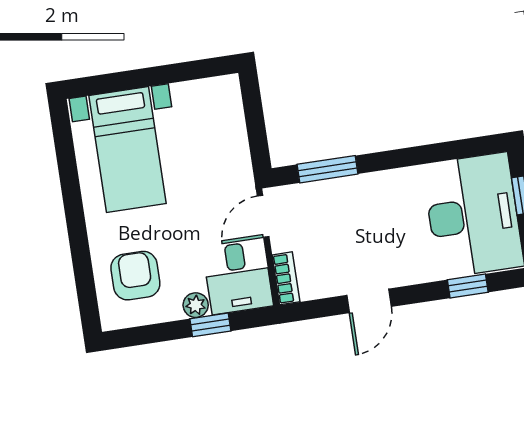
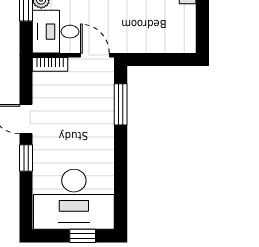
window: (468, 286) -> (26, 158), moved

